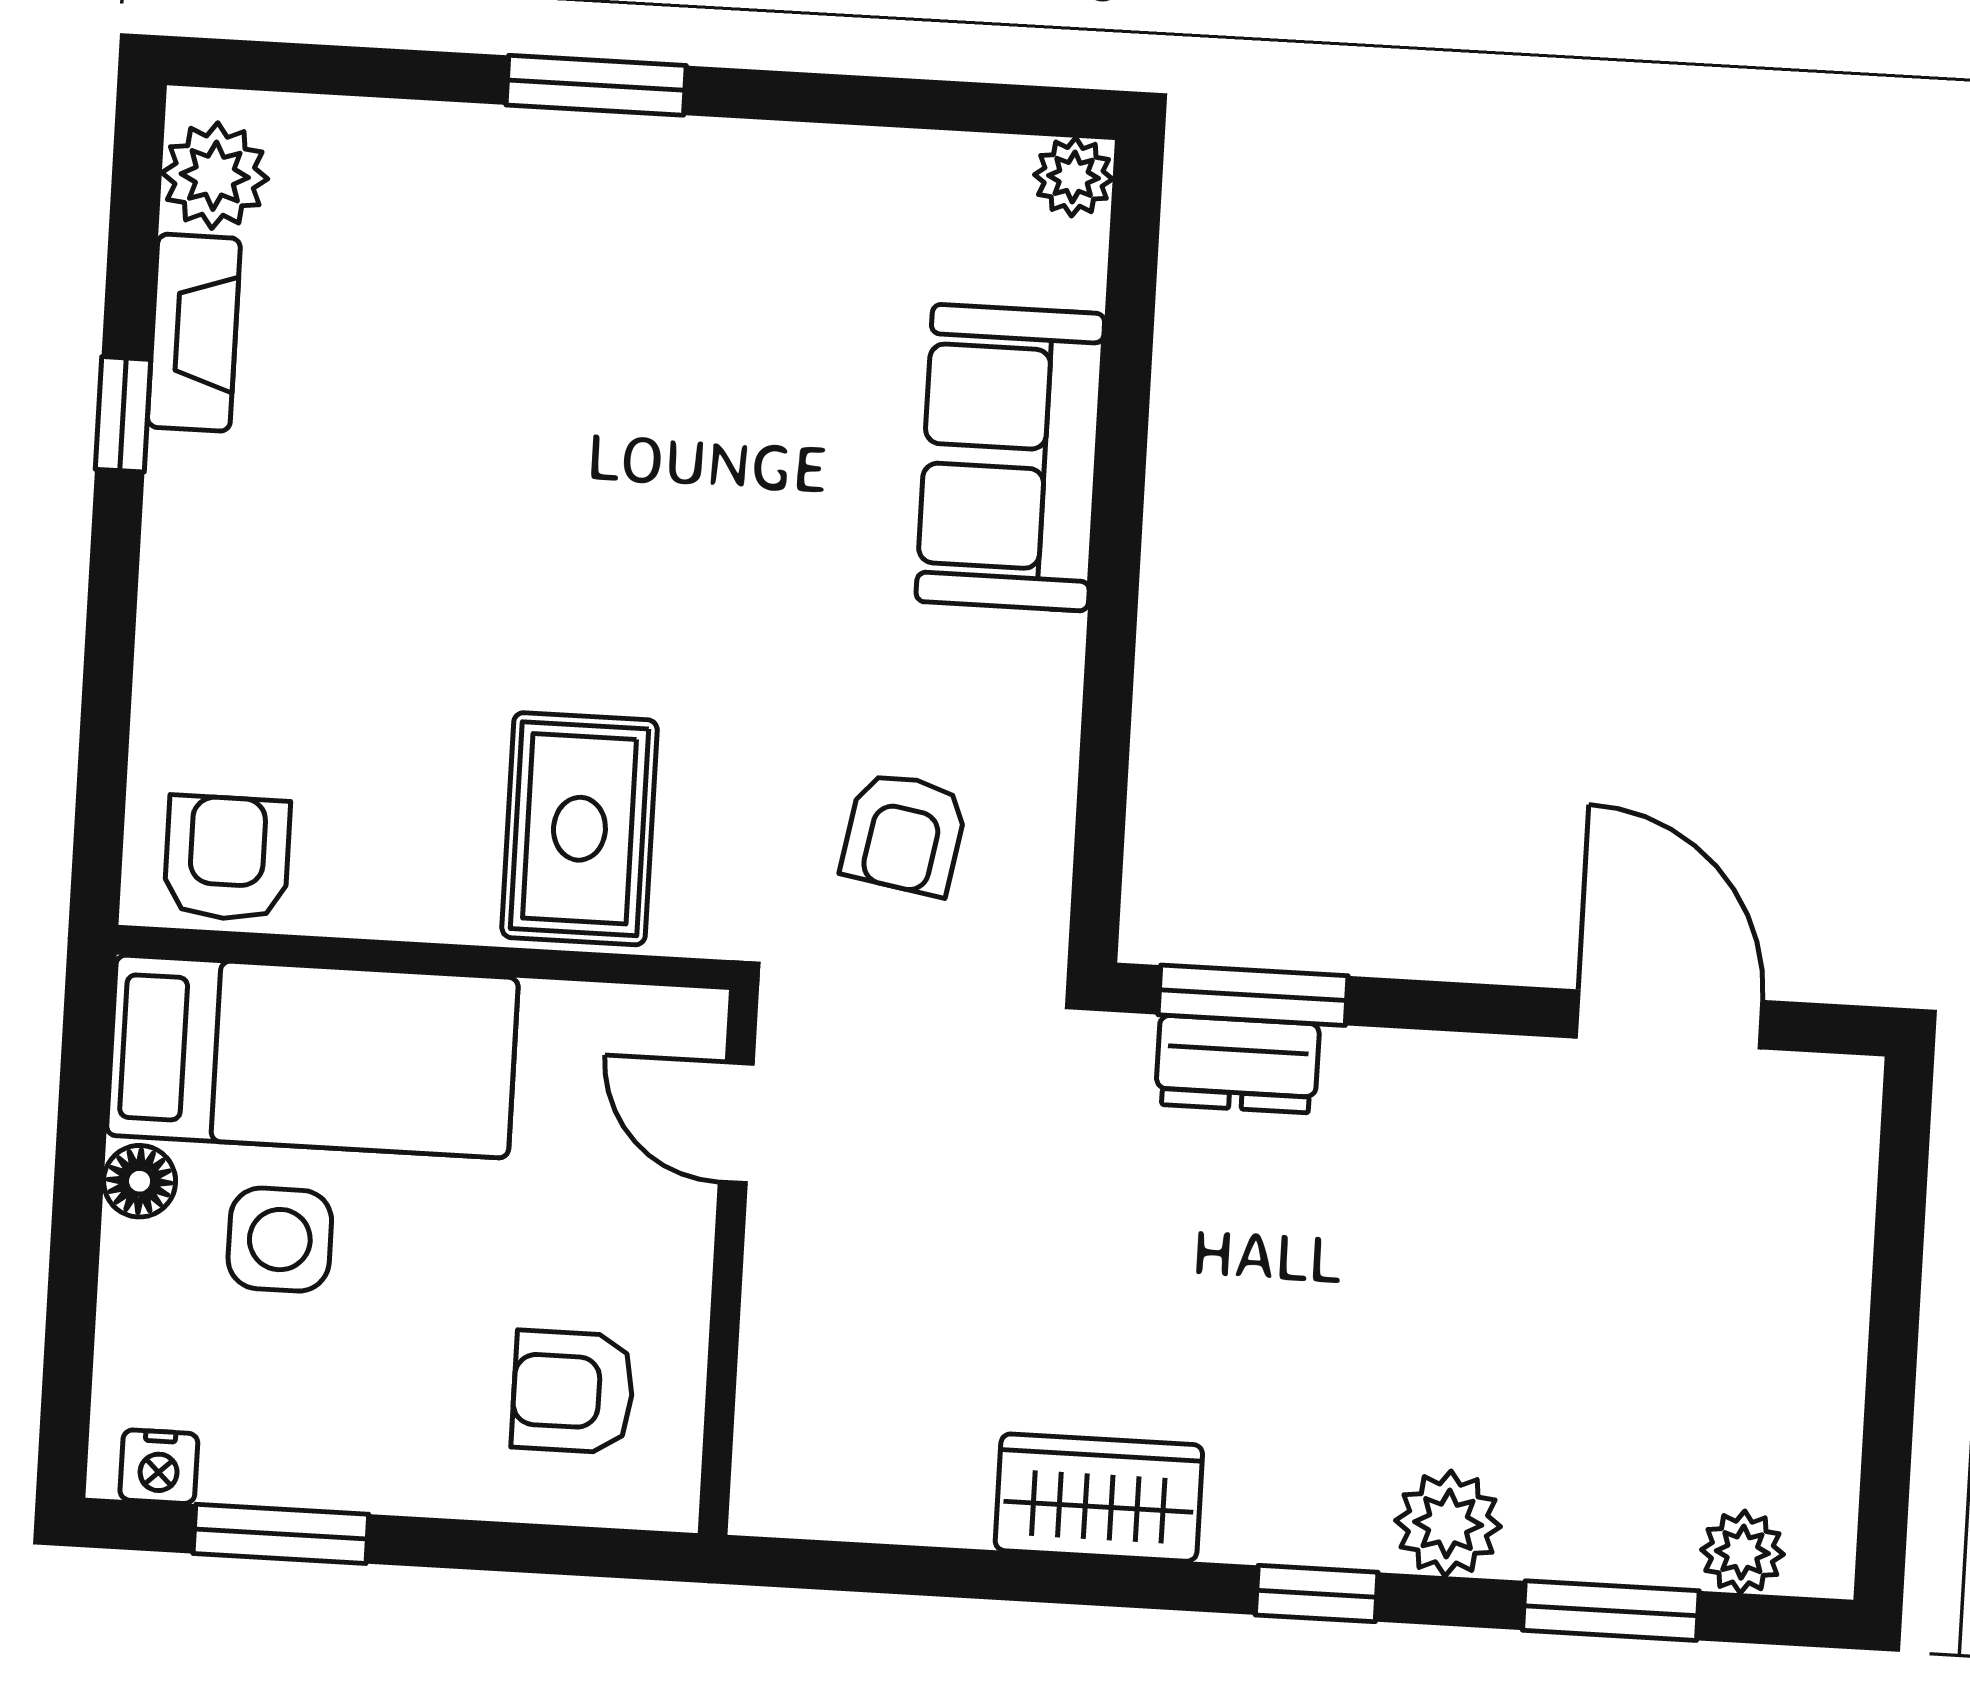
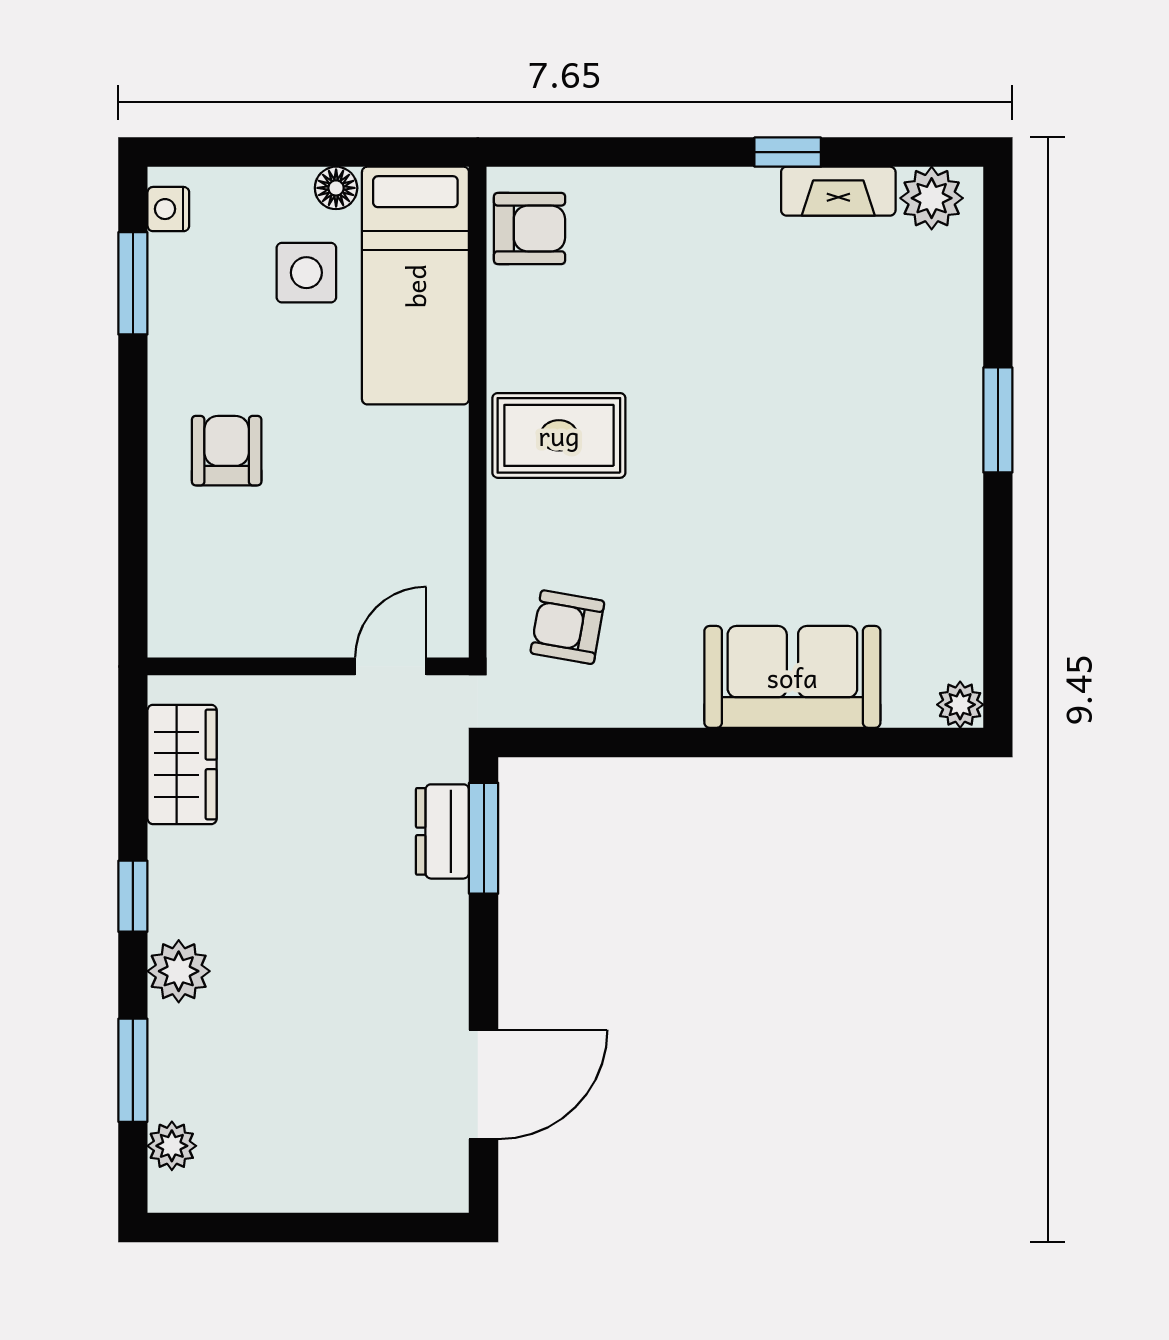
door: (736, 1123) -> (391, 666), moved
wall: (728, 1262) -> (308, 666), moved

